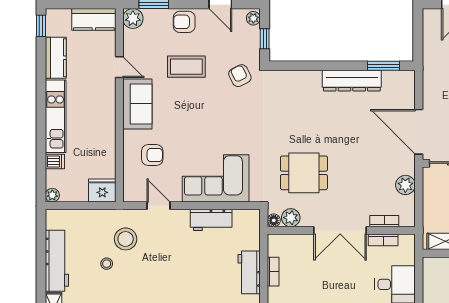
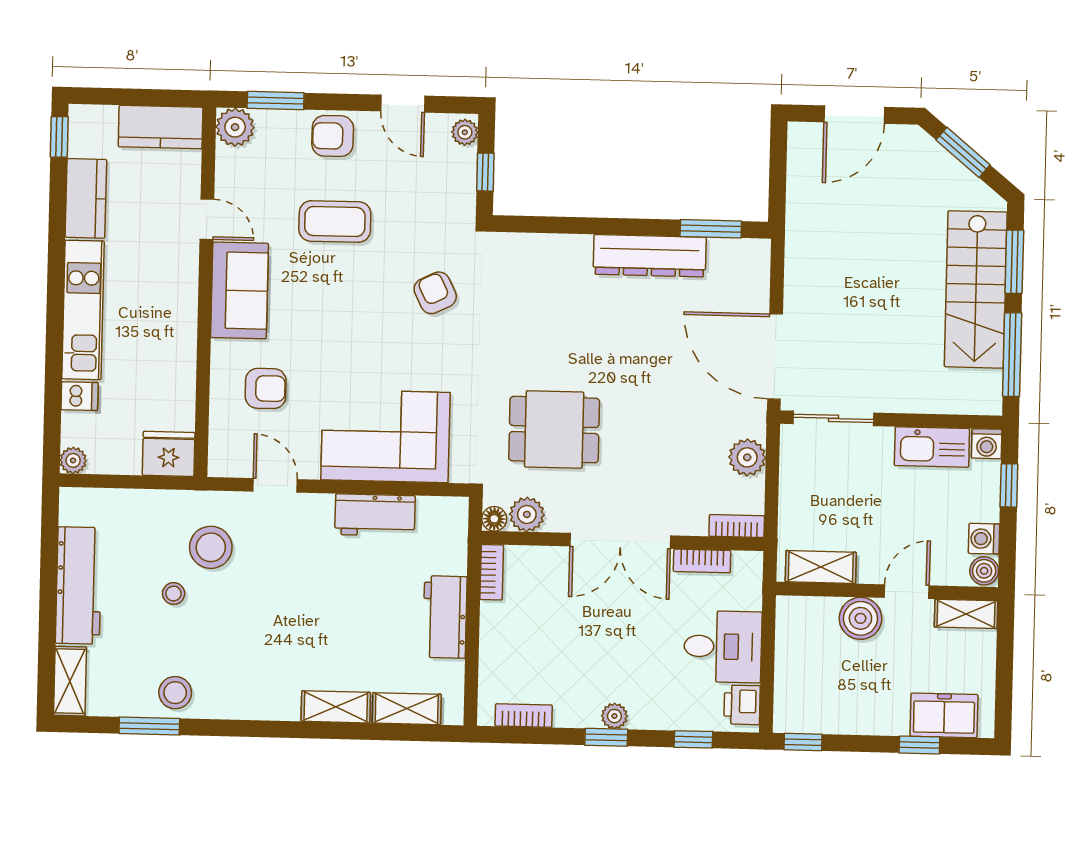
armchair: (240, 76) -> (435, 293), moved
bookcase: (384, 221) -> (737, 526), moved
bookcase: (273, 272) -> (492, 572), moved

